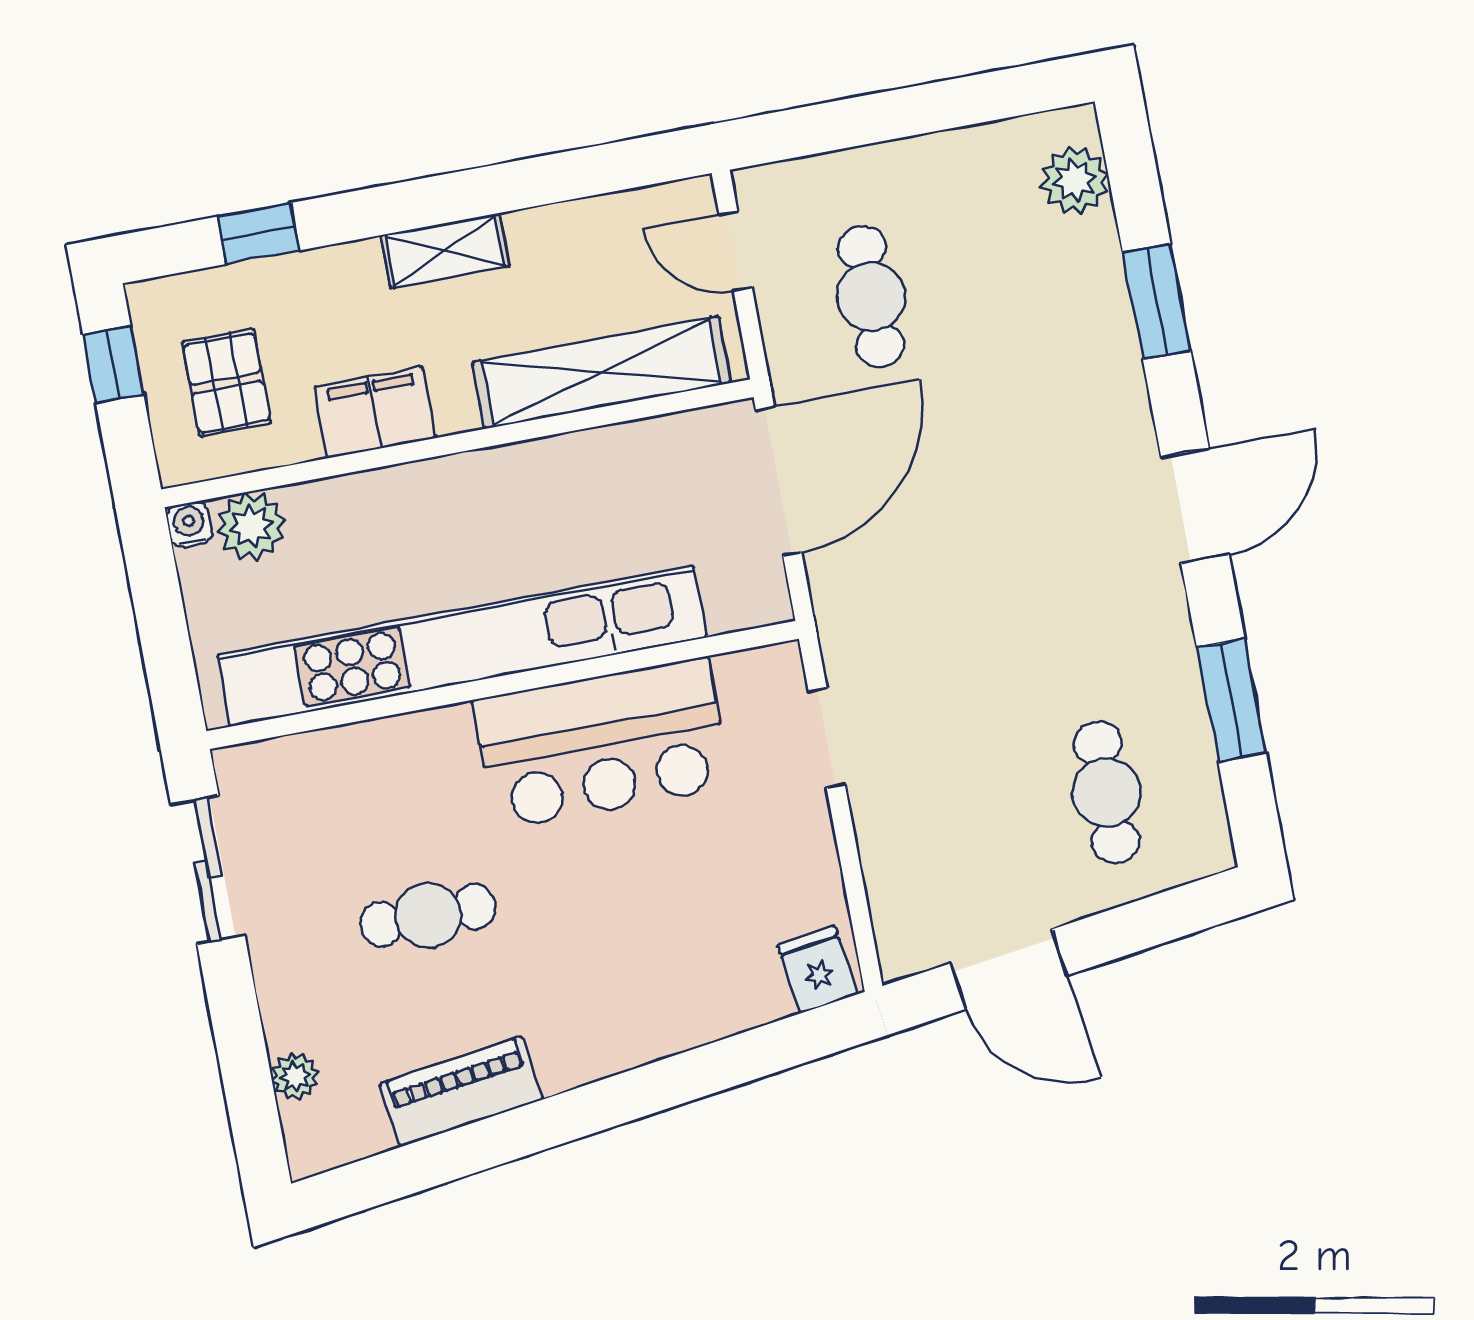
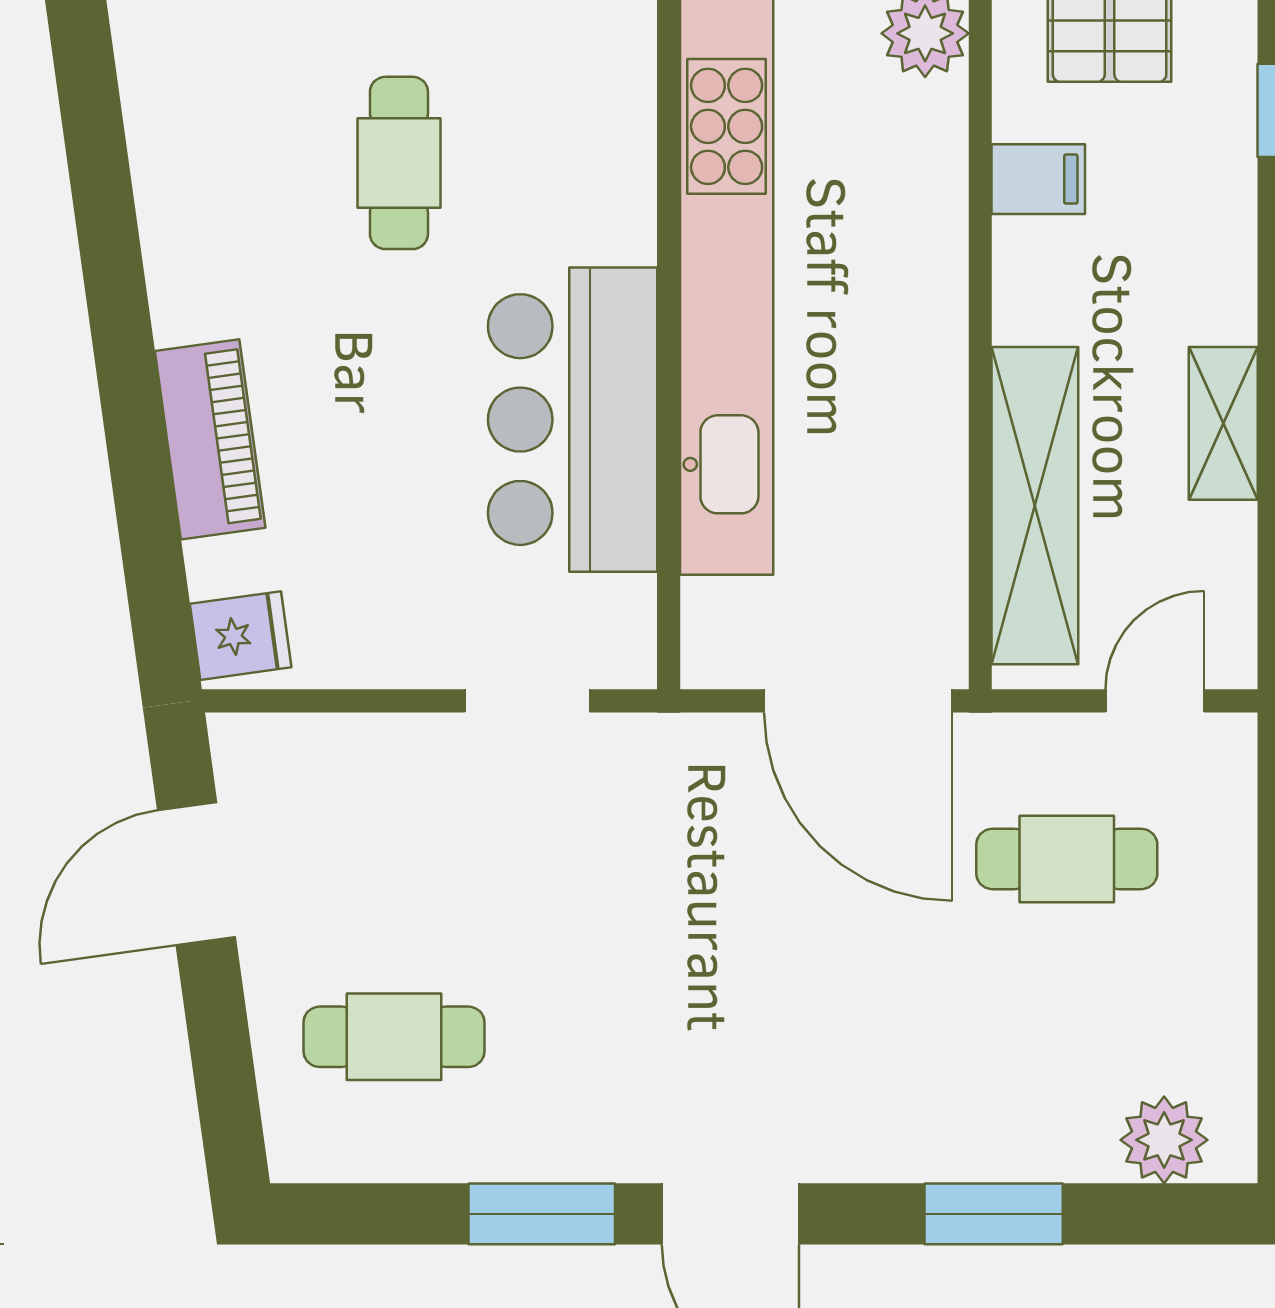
shelving: (445, 251) -> (1223, 423), moved
filing cabinet: (375, 412) -> (1038, 179), width x0.50
window: (1231, 700) -> (542, 1214), moved
piano: (461, 1091) -> (210, 439), moved

